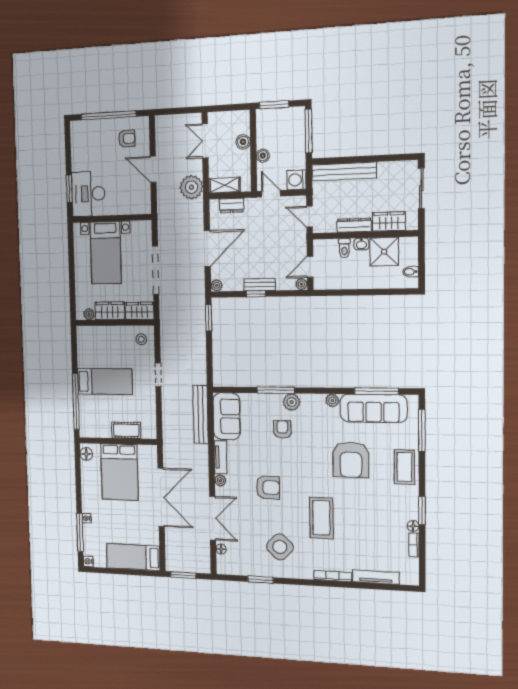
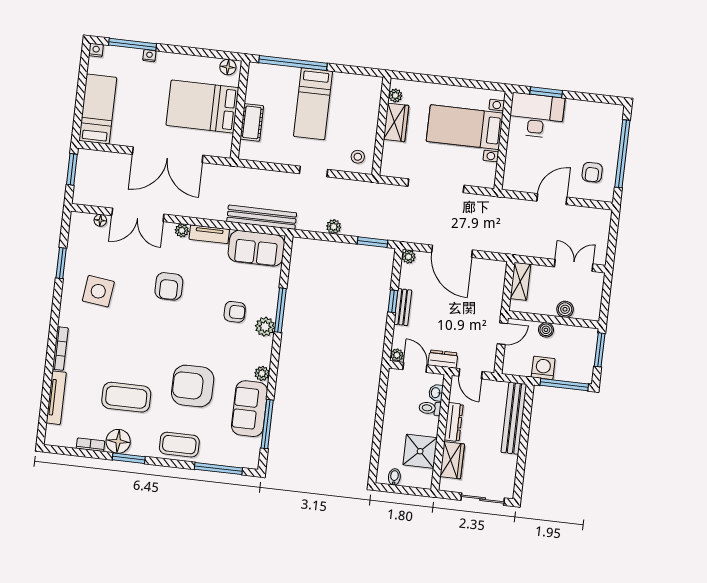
washing machine: (296, 180) -> (543, 368), moved
plant: (191, 187) -> (334, 227), moved, width x0.53, depth x0.53
dresser: (232, 205) -> (443, 359), moved, turned 90
door: (310, 217) -> (471, 374), swing flipped
washbasin: (361, 244) -> (436, 393), moved
wardrobe: (140, 311) -> (391, 159), removed
sofa: (373, 408) -> (249, 409), width x0.73
coffee table: (321, 518) -> (126, 397), moved
floor lamp: (413, 526) -> (118, 441), width x1.89, depth x1.89
side table: (280, 547) -> (98, 291), turned -37

